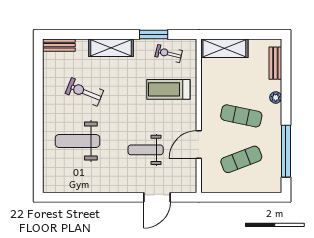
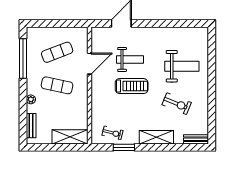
treadmill: (168, 89) -> (132, 86), moved

